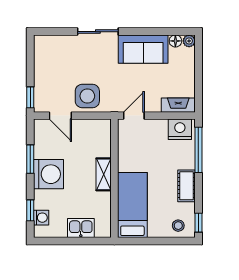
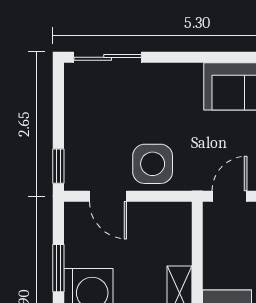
sliding door: (98, 32) -> (108, 57), moved

